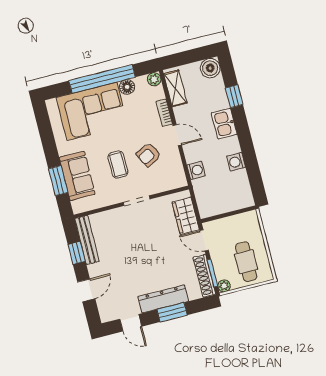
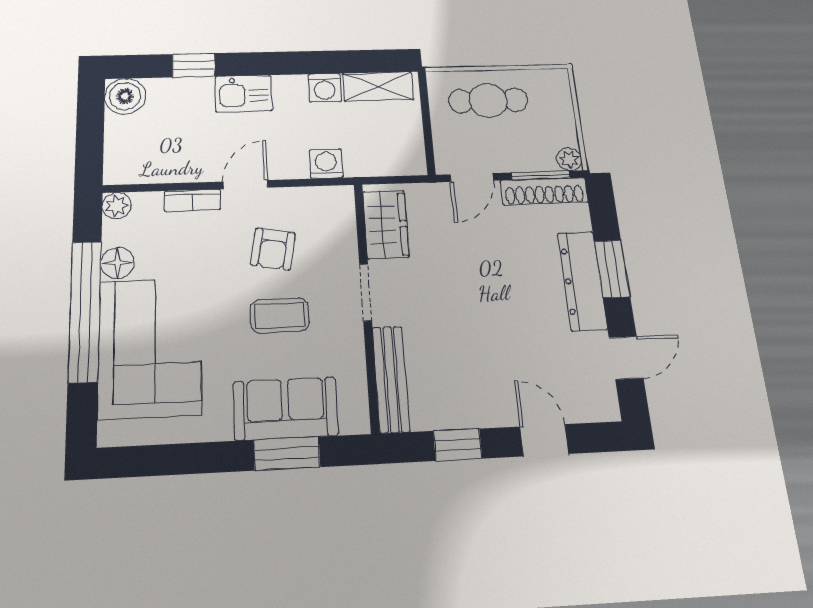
shelving: (175, 88) -> (378, 86), moved
armchair: (148, 155) -> (273, 249), turned 37
wardrobe: (186, 216) -> (386, 224), moved, turned -90
bench: (87, 240) -> (391, 379), moved, turned 90
cafe table: (246, 262) -> (488, 100), moved

